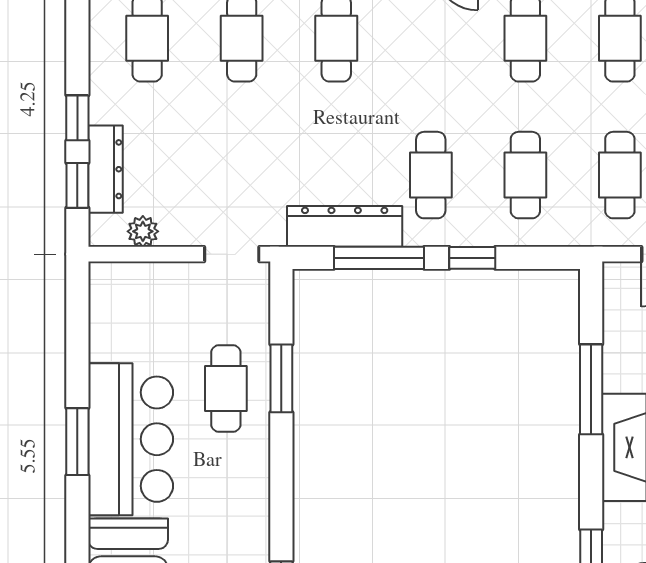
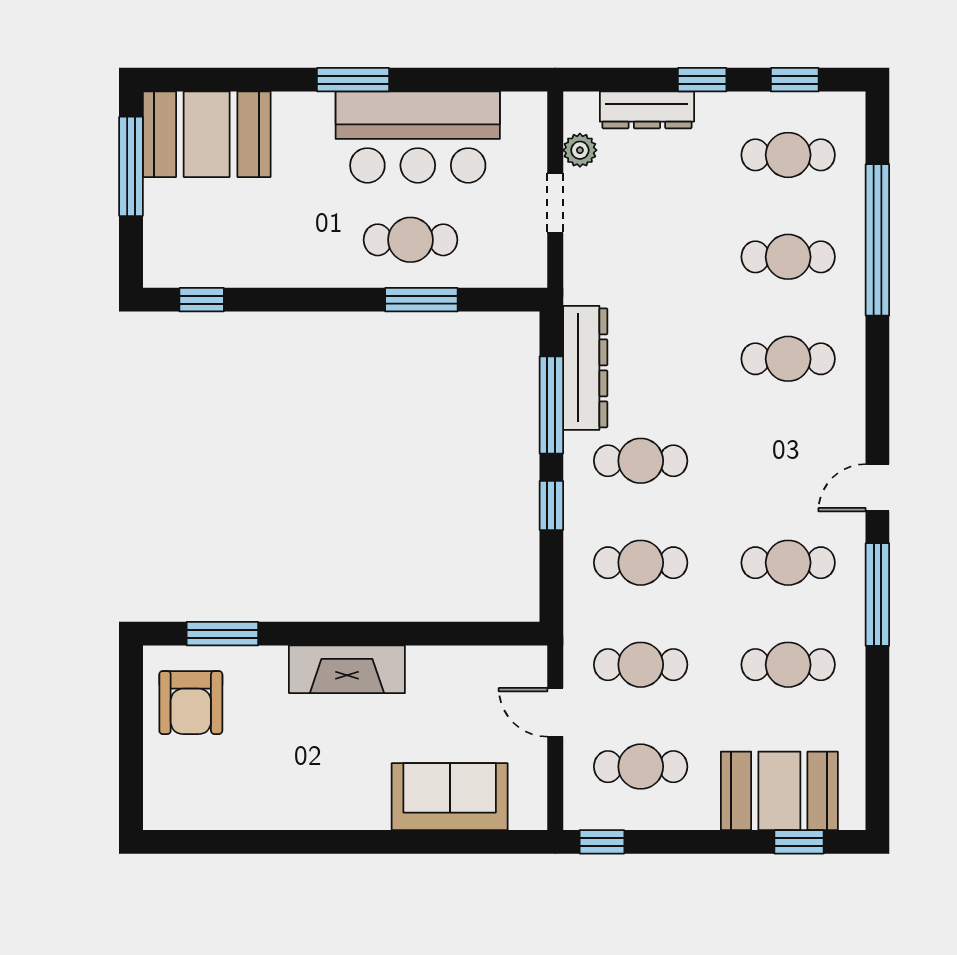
window: (77, 185) -> (795, 80), moved
doorway: (232, 254) -> (555, 203), moved
window: (591, 389) -> (410, 634), removed
bar counter: (131, 439) -> (418, 137), moved

